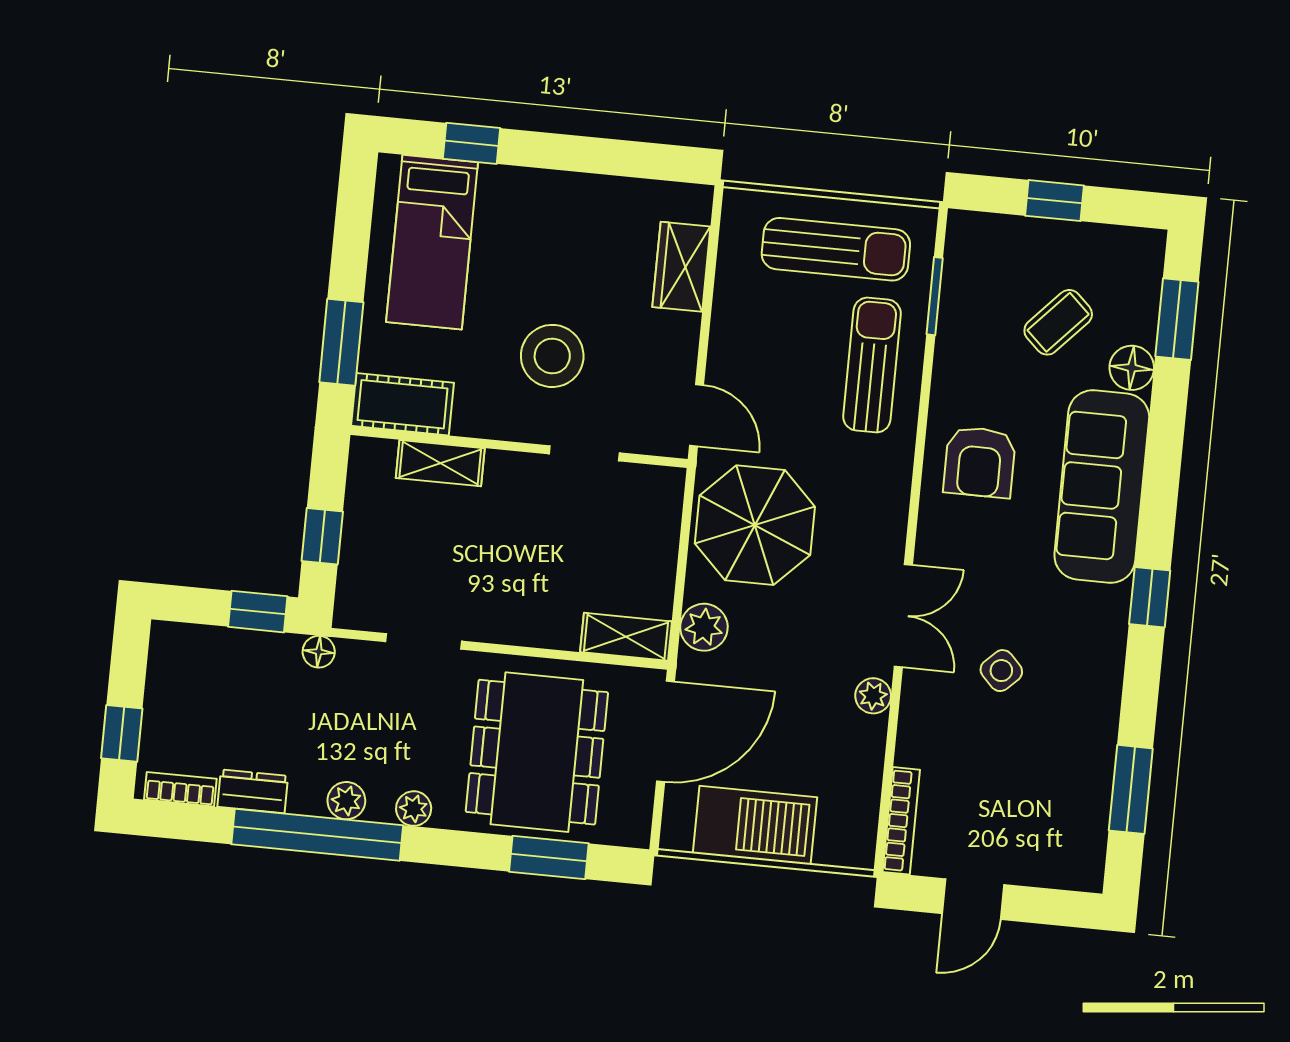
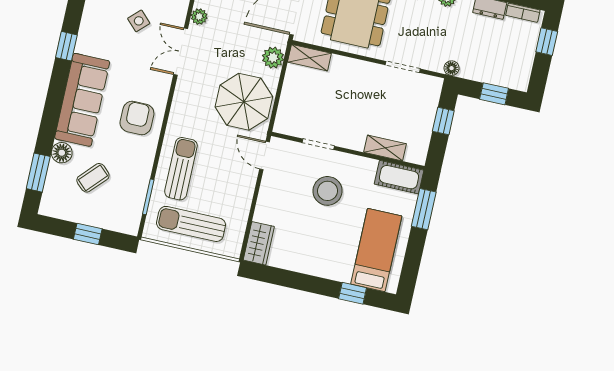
wardrobe: (681, 267) -> (259, 243), moved
sun lounger: (872, 365) -> (181, 169), turned 180
window: (258, 612) -> (494, 94), moved

